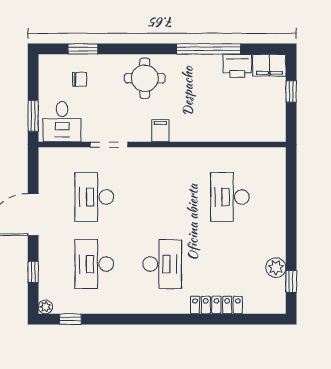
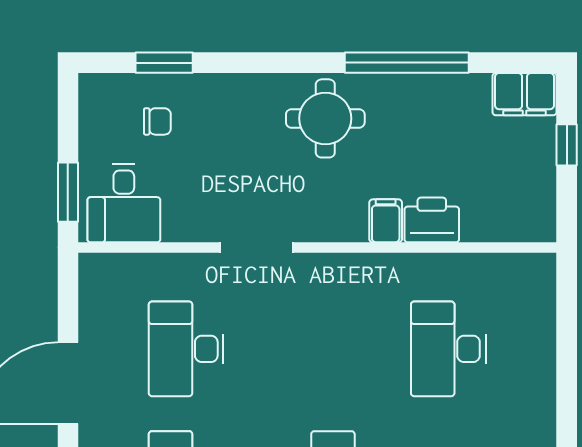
printer: (237, 66) -> (432, 220), moved, turned 180
round table: (145, 78) -> (325, 118), moved
filing cabinet: (160, 131) -> (386, 221), moved
doorway: (109, 145) -> (257, 248), moved

